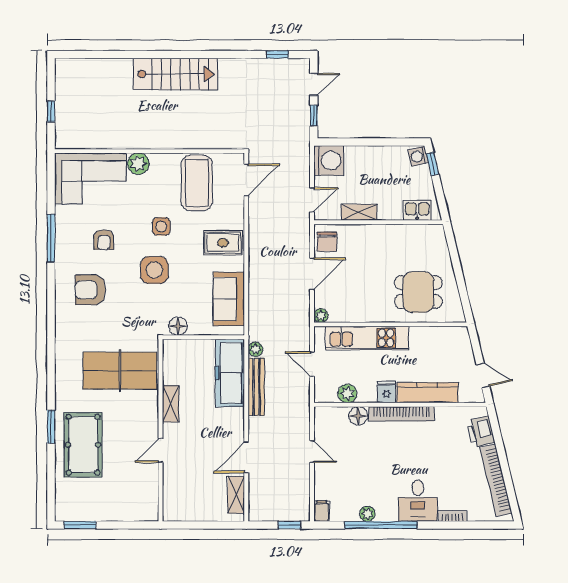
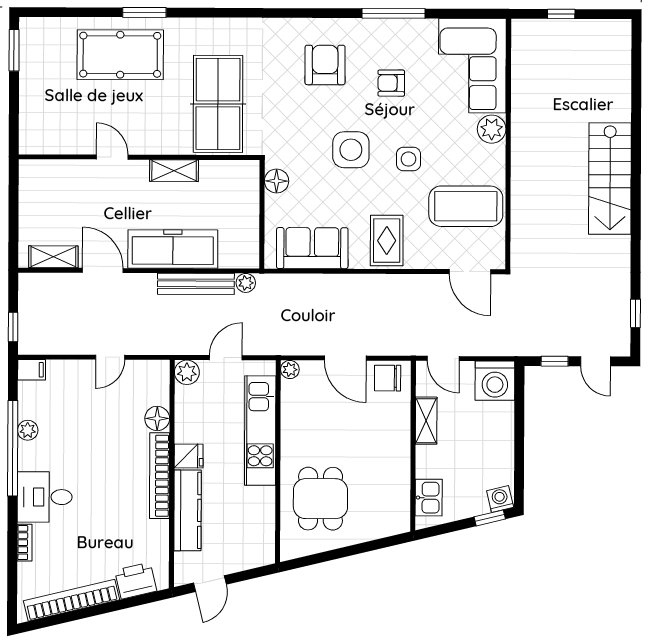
freezer: (230, 373) -> (173, 249), moved
plant: (347, 394) -> (187, 372), moved

